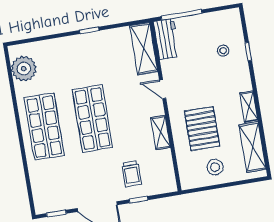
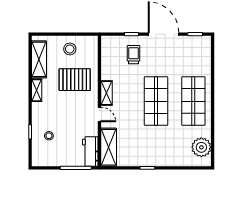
pallet: (202, 129) -> (75, 80), turned 90
shelving: (160, 132) -> (107, 93), moved

